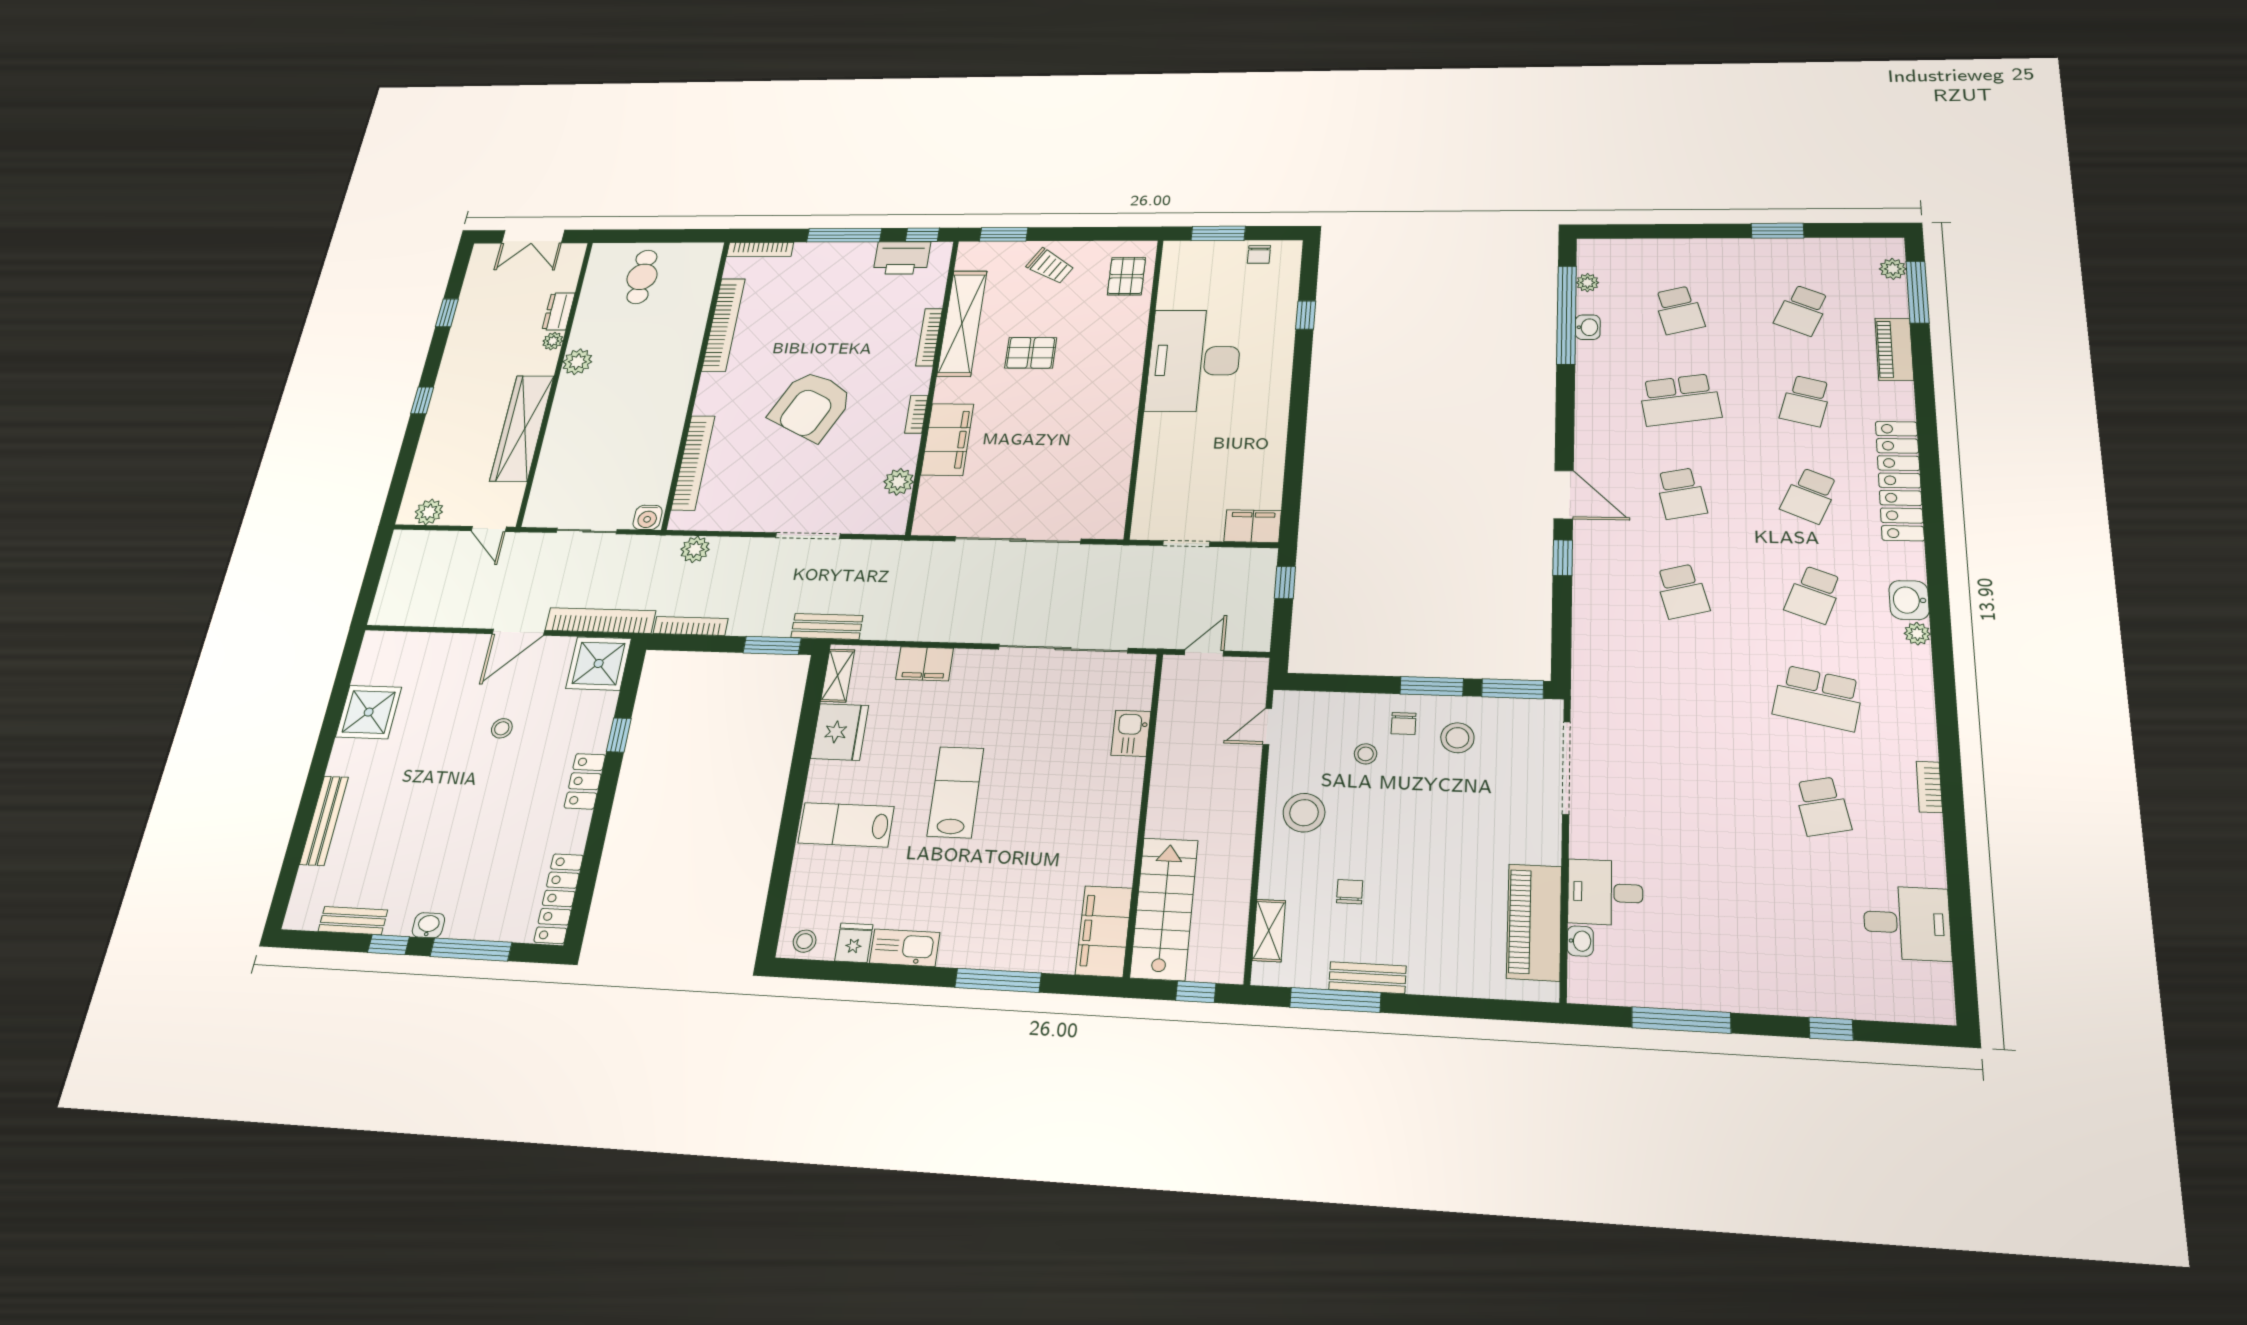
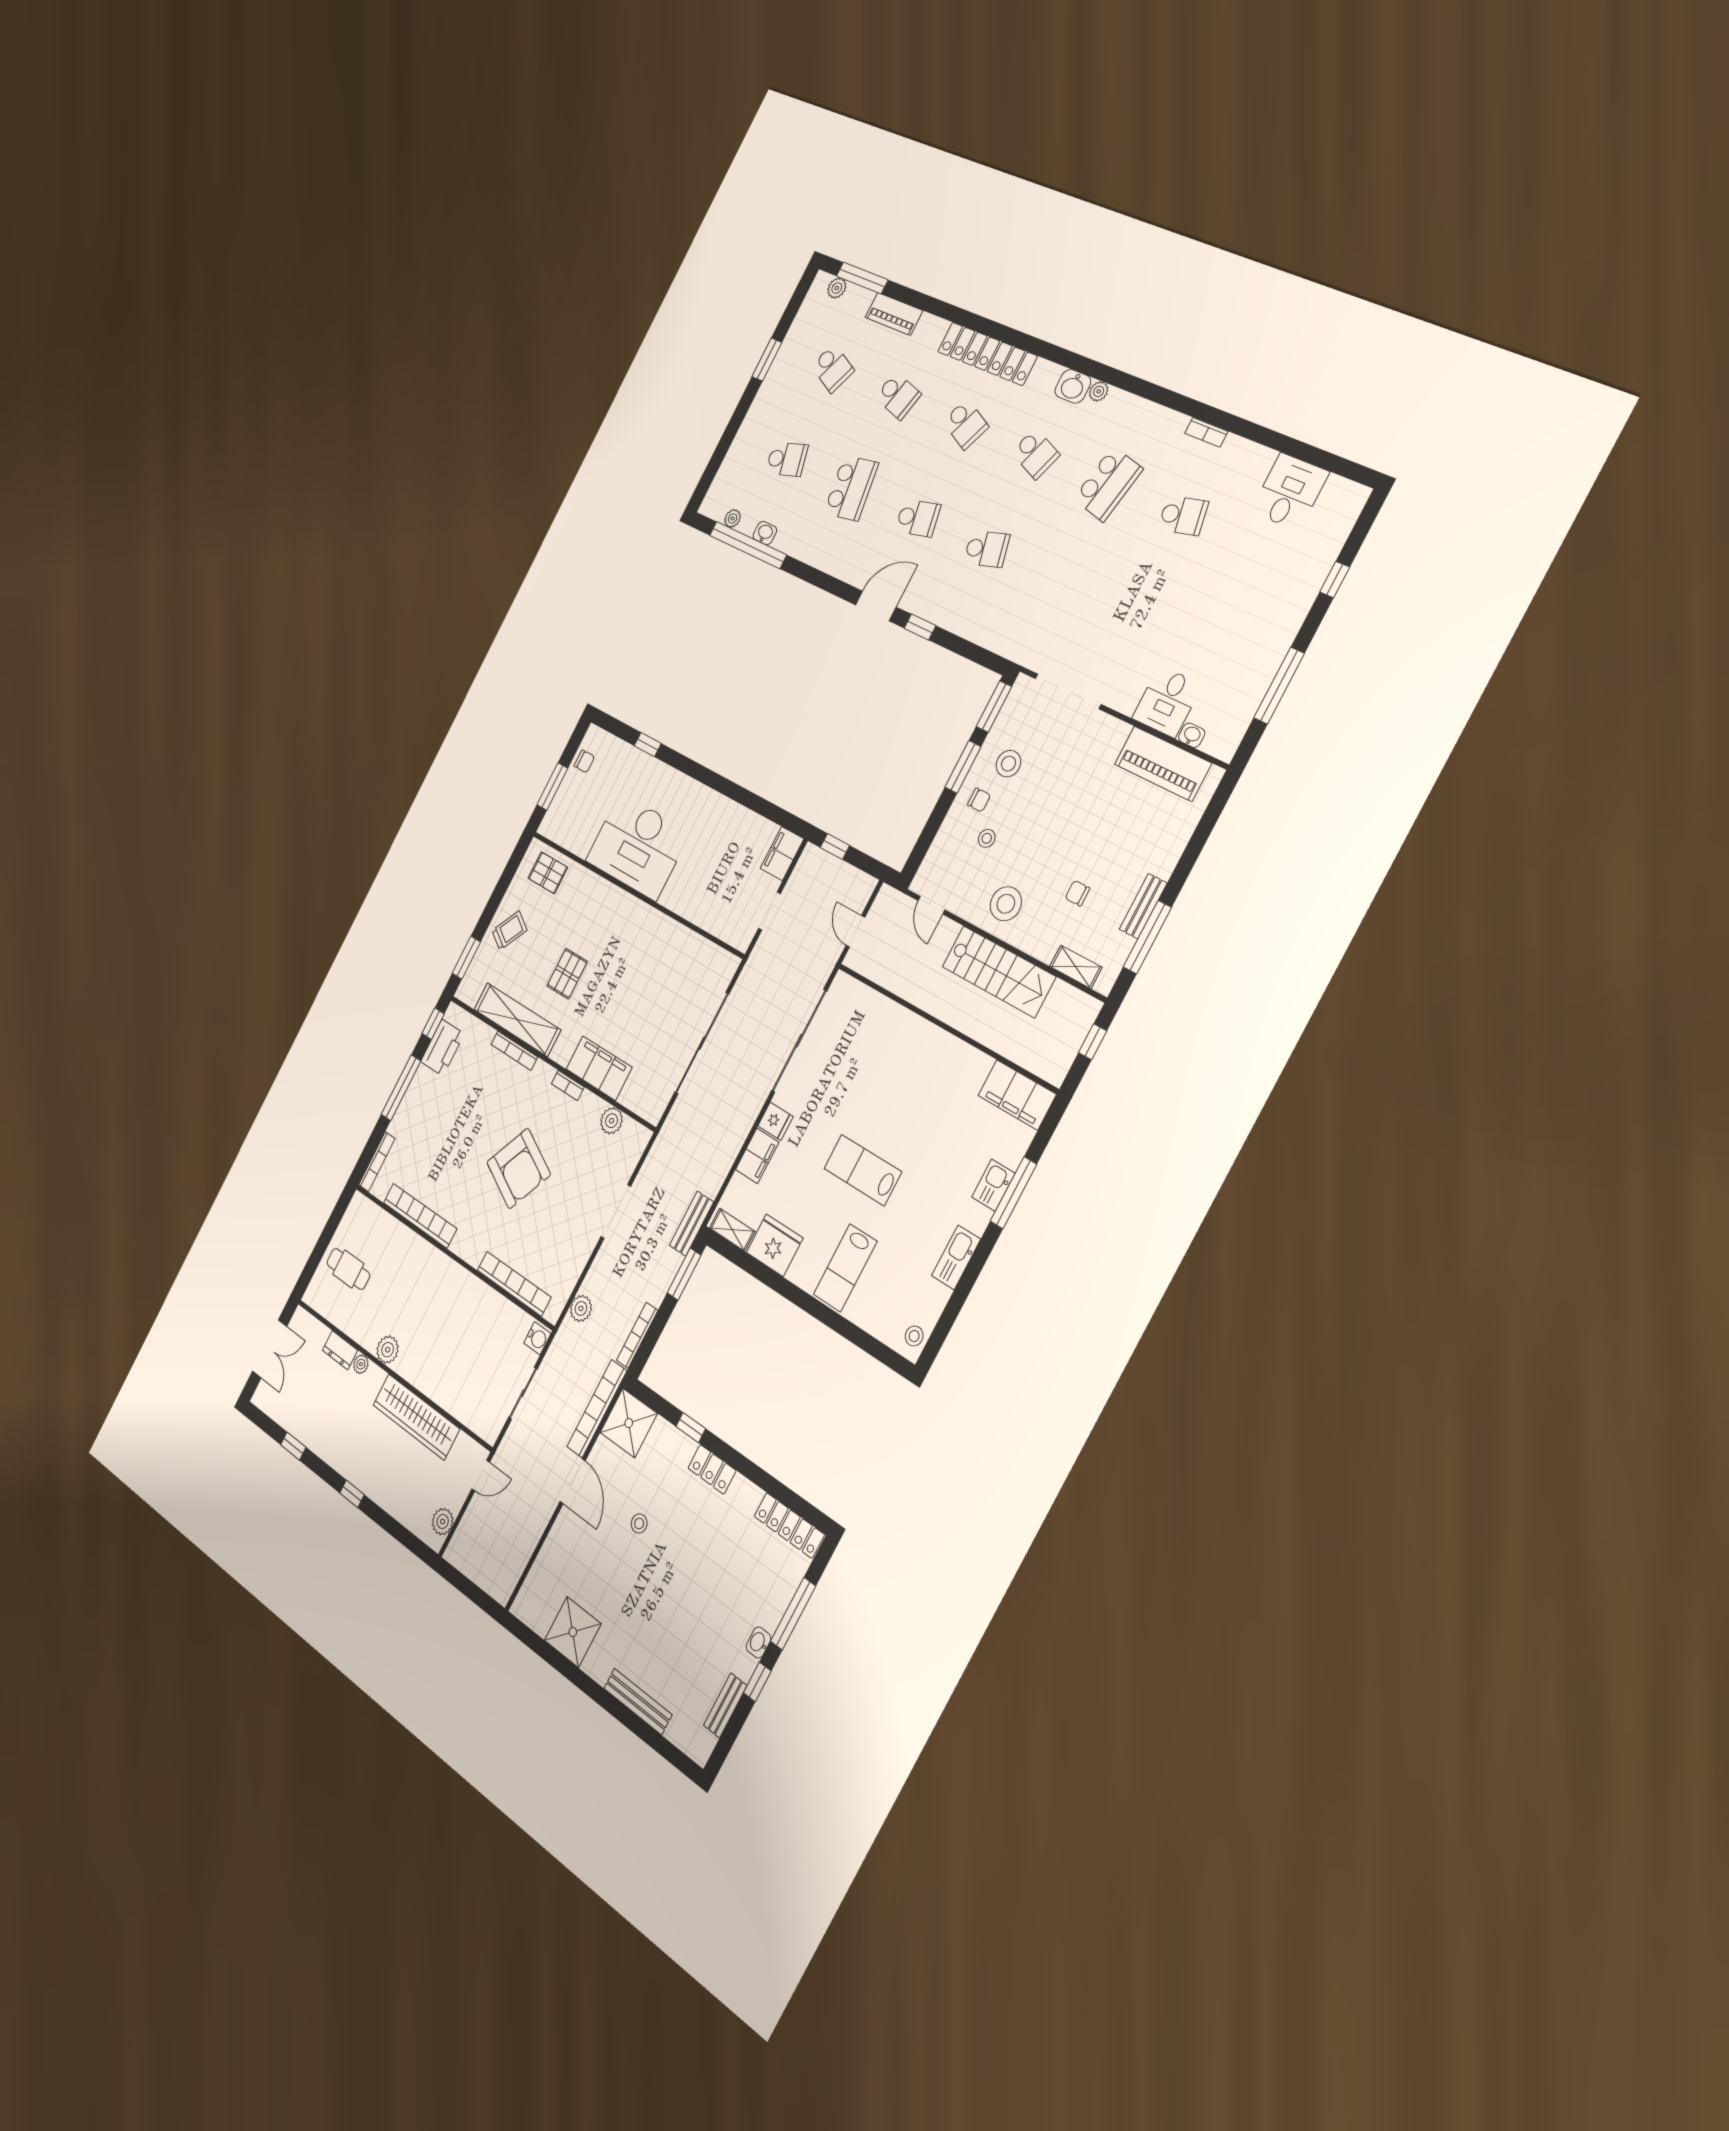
kitchen sink: (1131, 733) -> (993, 1185), moved, turned 90
stairs: (1164, 908) -> (999, 972), moved, turned 180
fridge: (854, 943) -> (775, 1121), moved, turned 180

